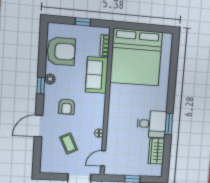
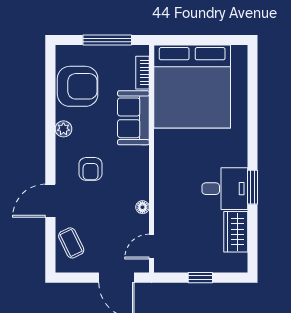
window: (83, 22) -> (107, 40), width x2.17
window: (41, 86) -> (50, 139), removed
coffee table: (69, 144) -> (71, 243), moved

